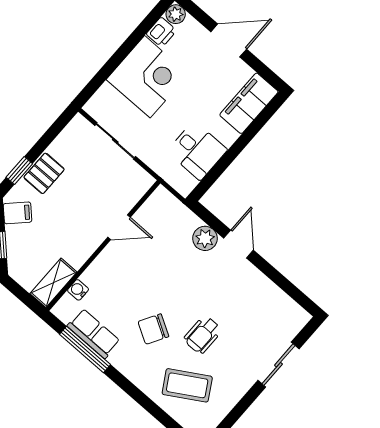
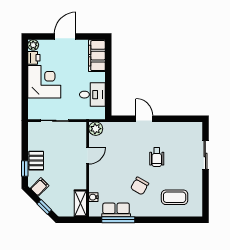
plant: (205, 238) -> (96, 129), moved
wheelchair: (203, 335) -> (157, 157), moved
coffee table: (187, 385) -> (175, 197), turned 31

